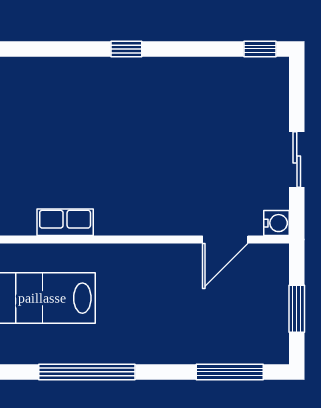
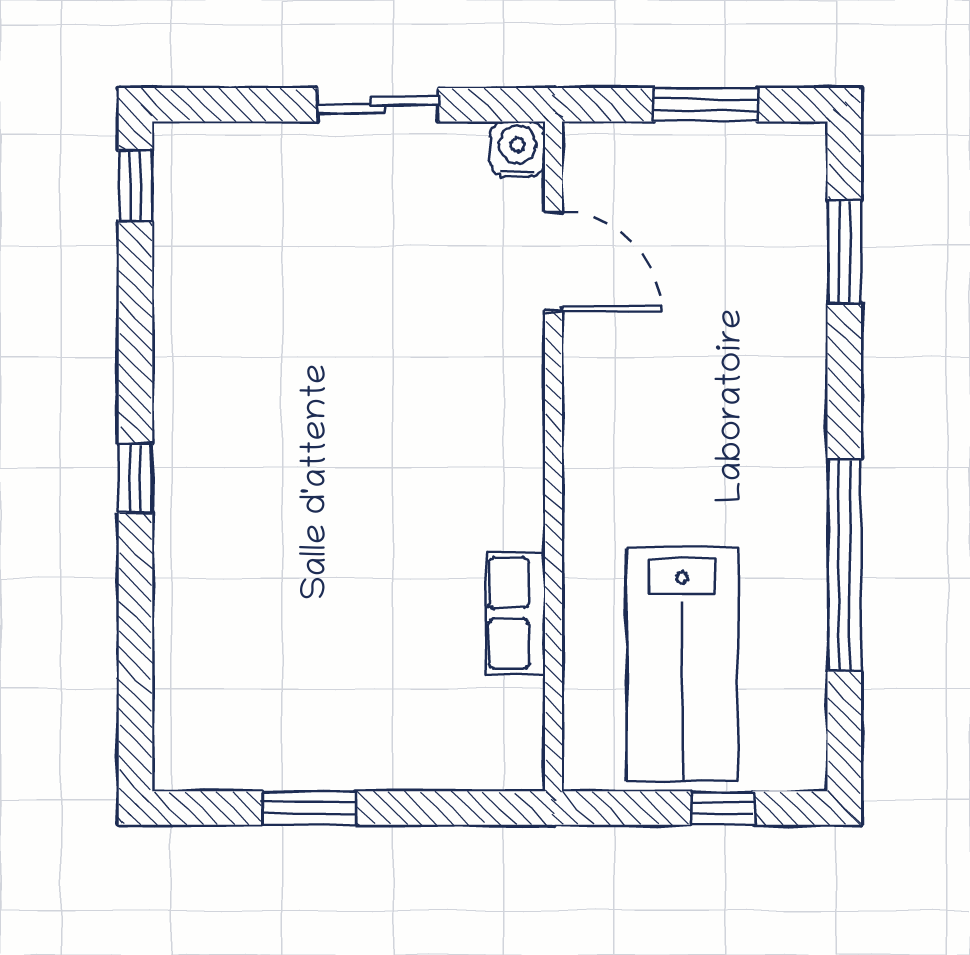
window: (230, 372) -> (844, 252), width x0.69

